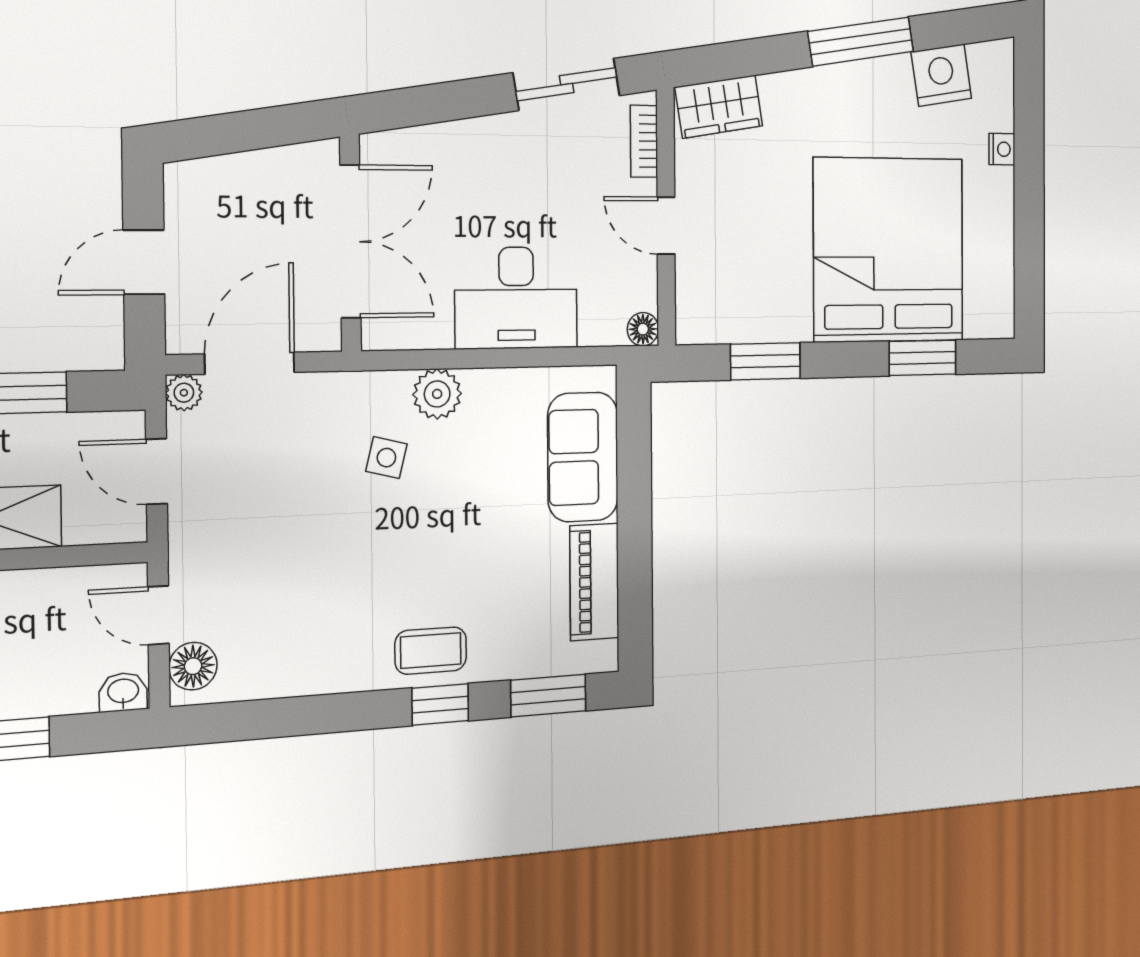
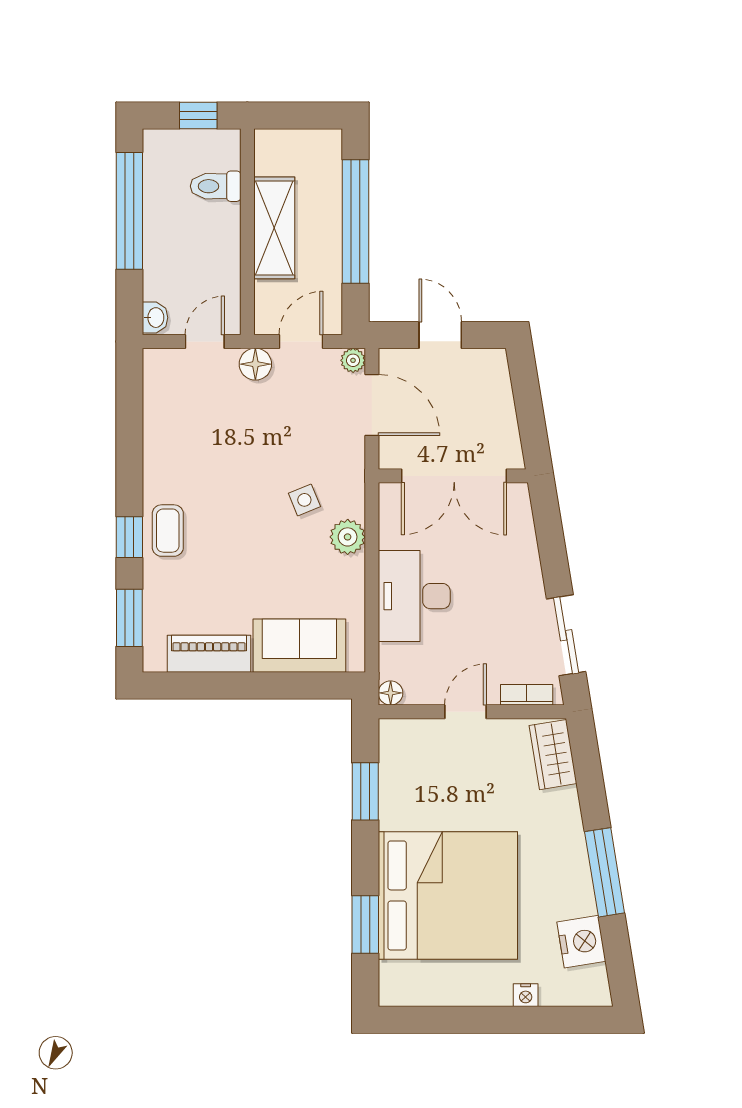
side table: (386, 458) -> (304, 500), turned -36
floor lamp: (193, 666) -> (255, 364), moved

